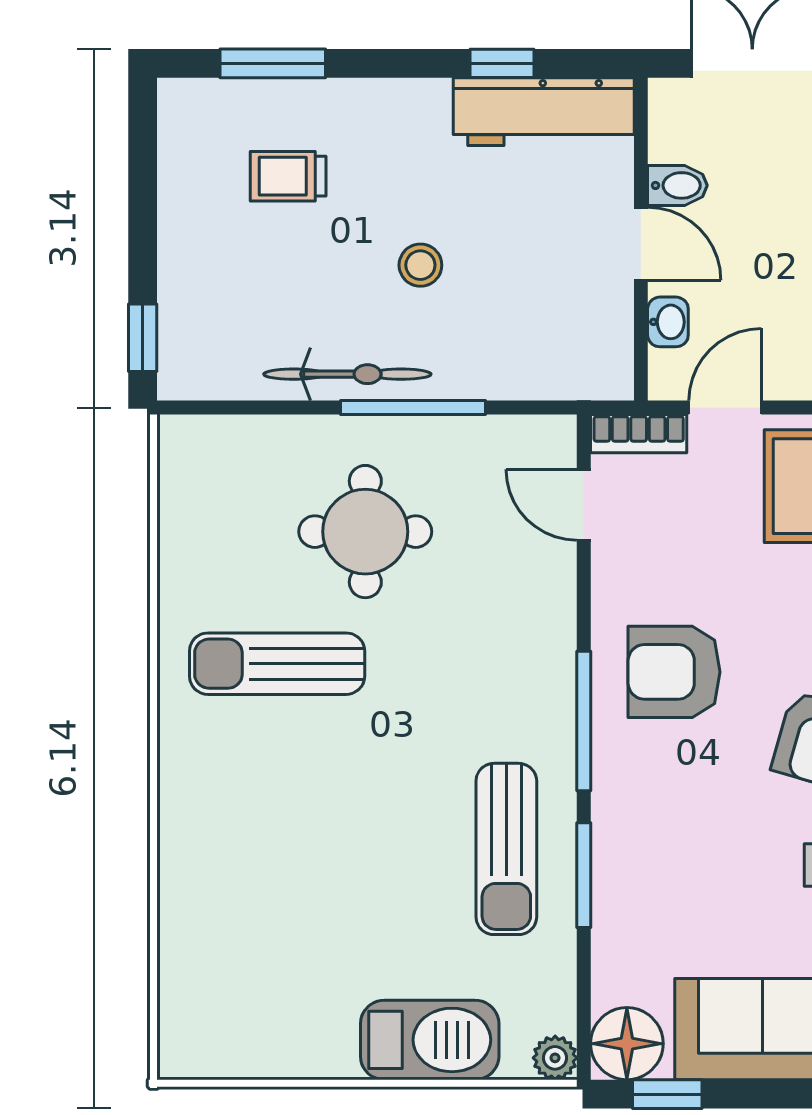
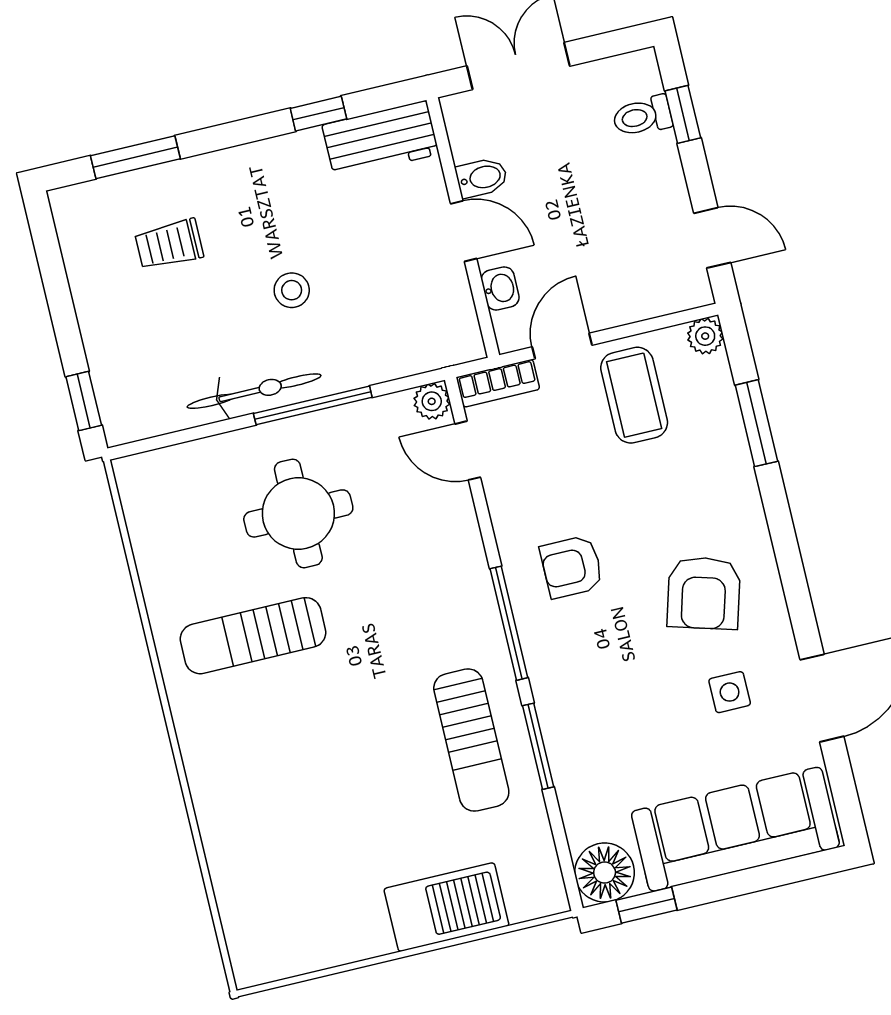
workbench: (544, 112) -> (381, 140), width x0.73
armchair: (674, 672) -> (572, 567), width x0.72, depth x0.72
plant: (555, 1058) -> (432, 401), moved

